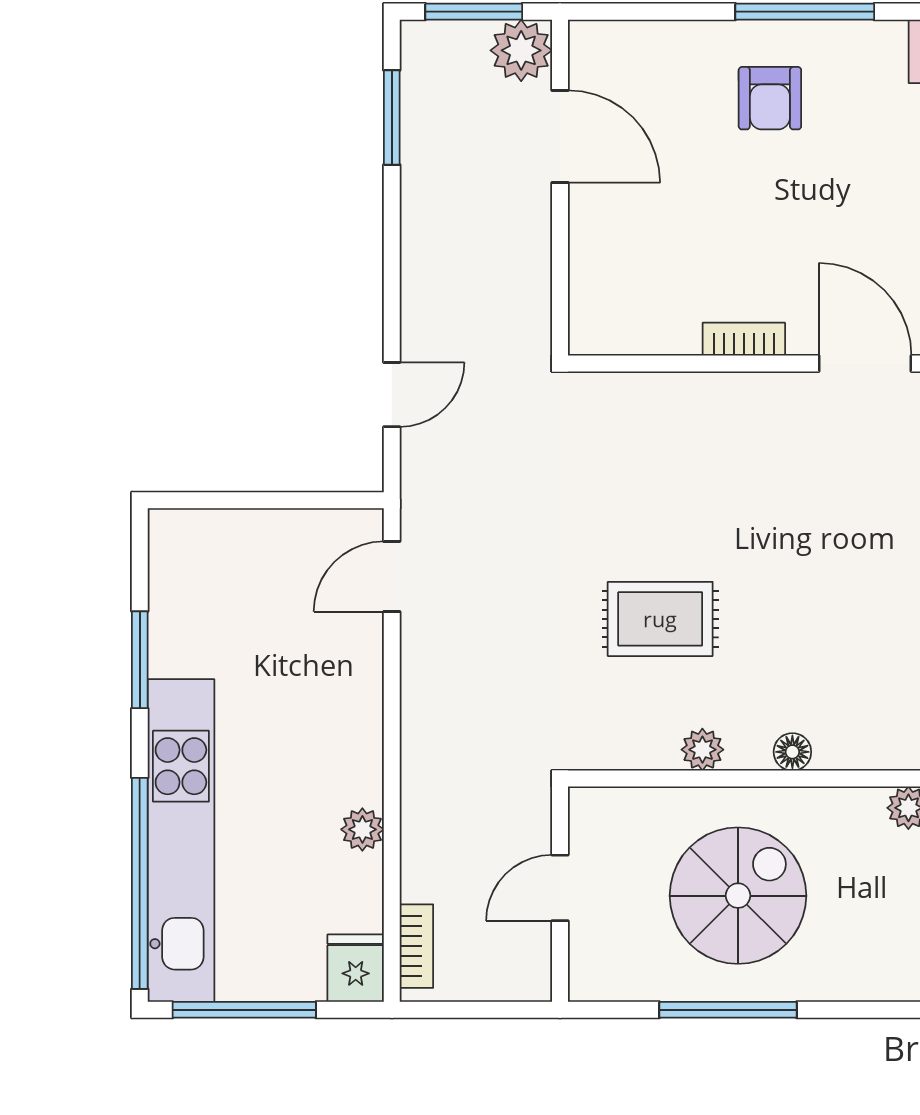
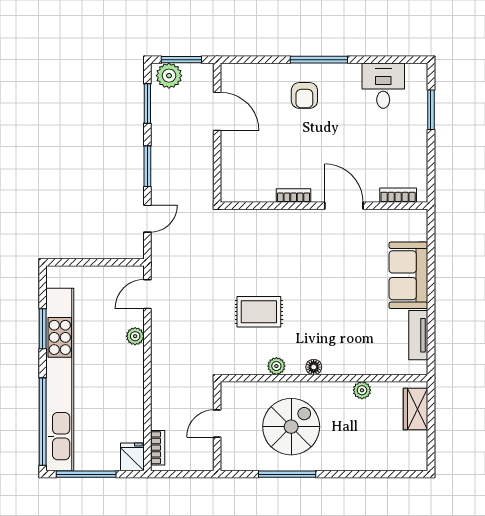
plant: (521, 50) -> (169, 76), moved
window: (392, 269) -> (147, 166), added
plant: (362, 829) -> (135, 336), moved
kitchen unit: (181, 840) -> (60, 379), width x1.36

